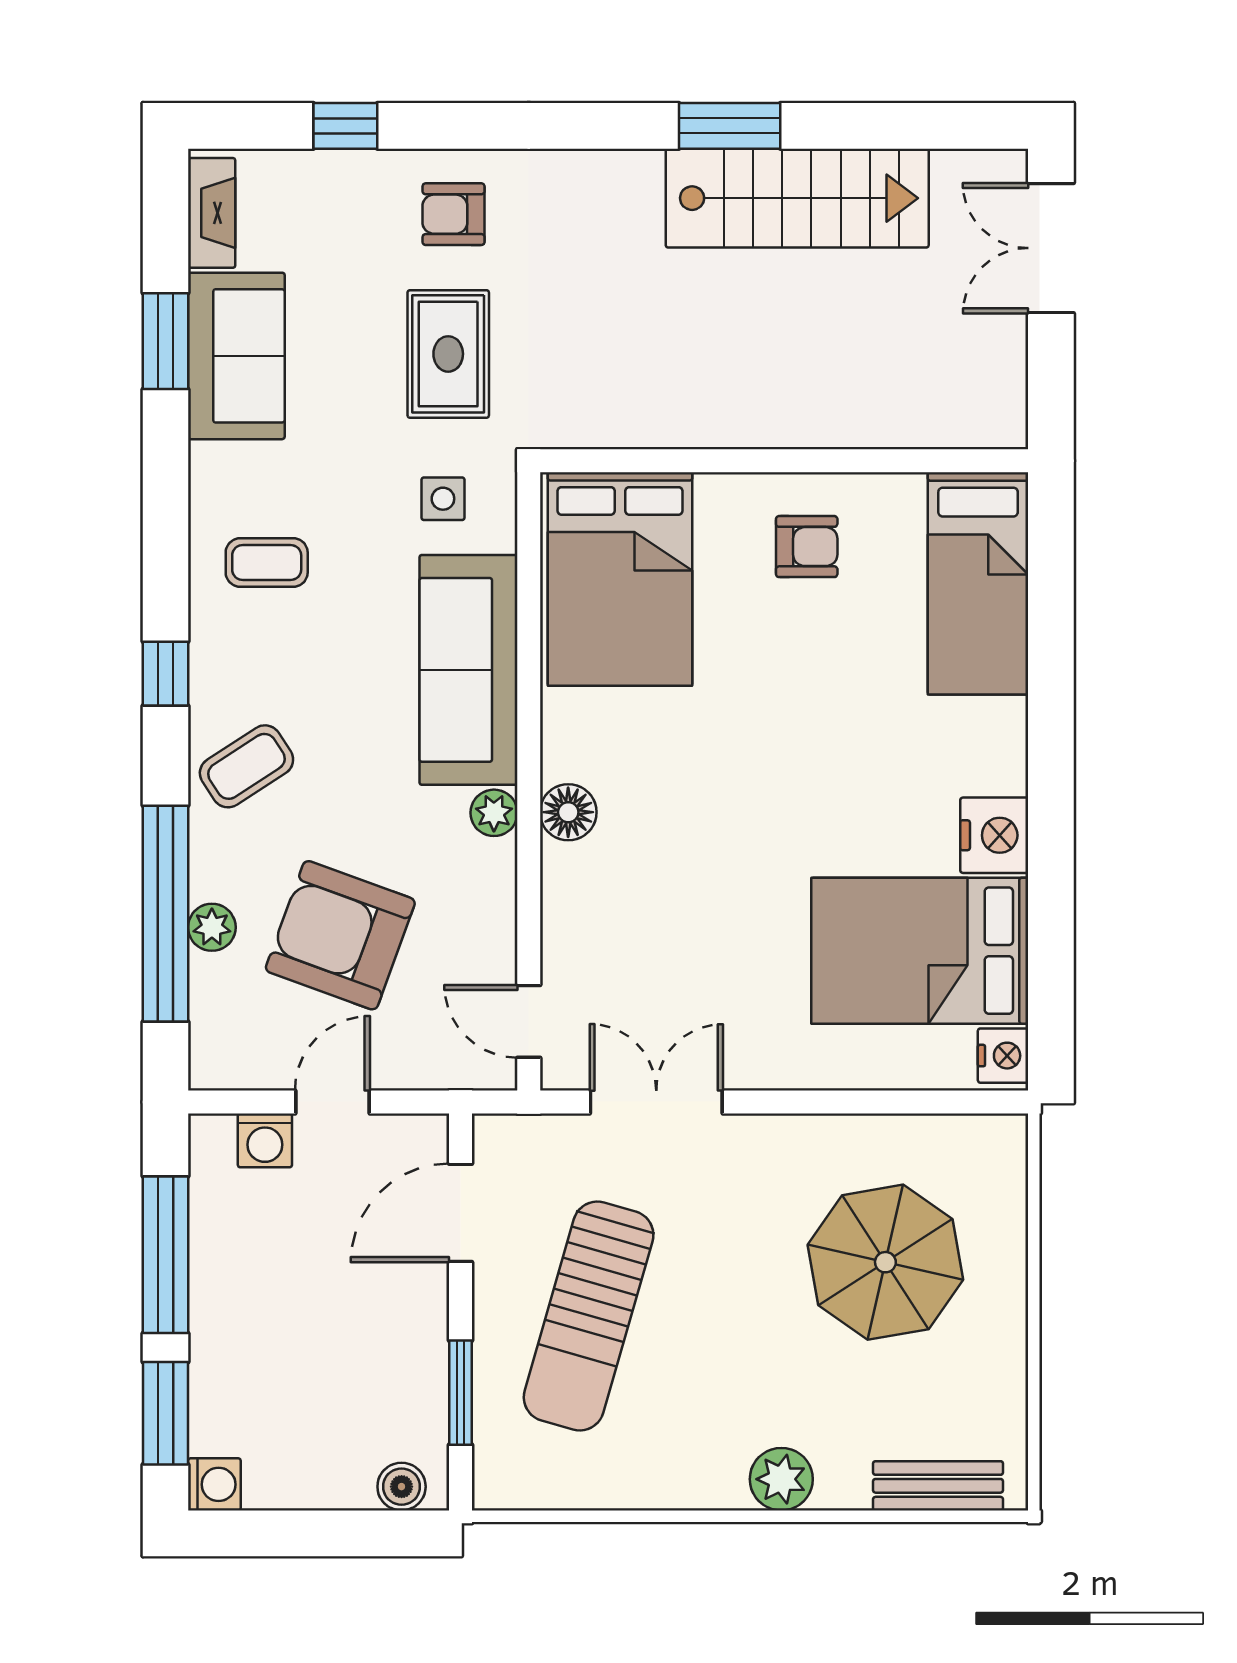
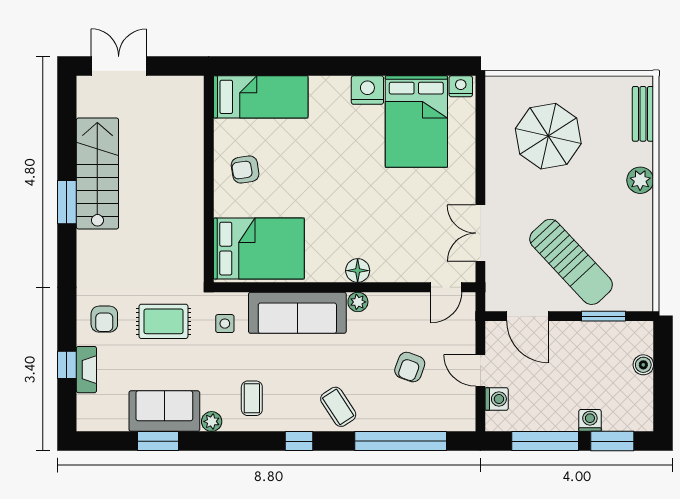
fireplace: (212, 213) -> (86, 370), moved, turned 90
double door: (1051, 248) -> (119, 66), swing flipped
armchair: (807, 547) -> (245, 169), turned -99
plant: (212, 927) -> (212, 421), moved
armchair: (340, 935) -> (410, 367), width x0.53, depth x0.53
sun lounger: (589, 1316) -> (571, 262), turned 31
washing machine: (214, 1484) -> (590, 420), moved
boiler: (402, 1487) -> (643, 365), moved

